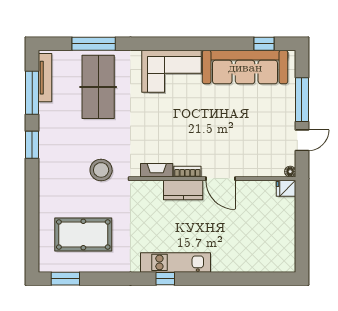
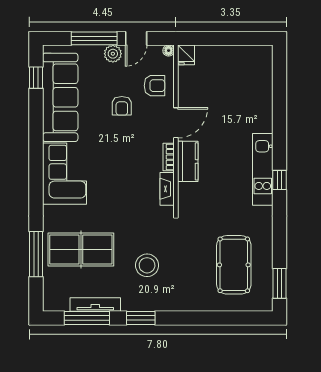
tv unit: (45, 78) -> (95, 305), moved
plant: (287, 118) -> (113, 54), added
armchair: (237, 126) -> (122, 106), added
door: (302, 140) -> (136, 38), swing flipped
armchair: (256, 158) -> (155, 86), added
stool: (101, 170) -> (147, 265), moved

